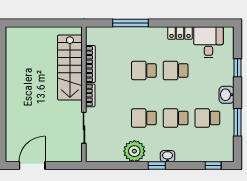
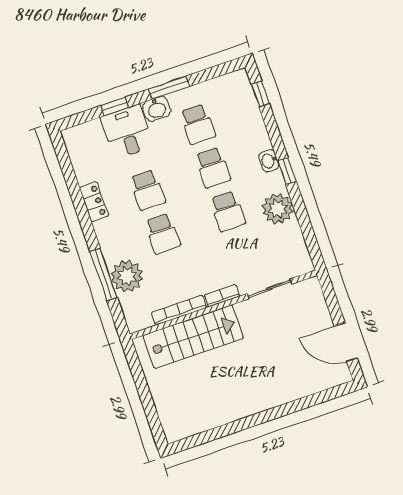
plant: (124, 38) -> (127, 276), added
desk: (208, 42) -> (127, 132), moved, turned 90
window: (237, 122) -> (169, 88), moved

